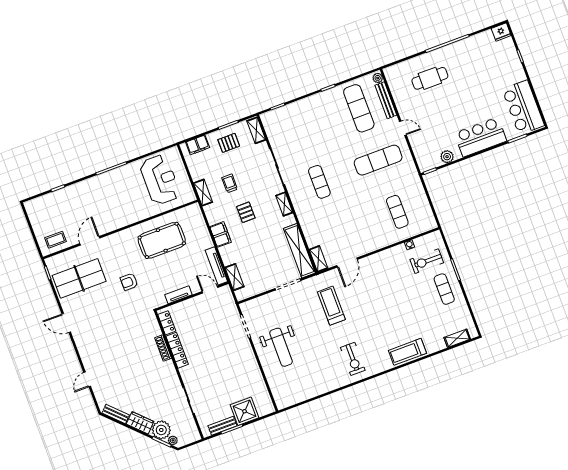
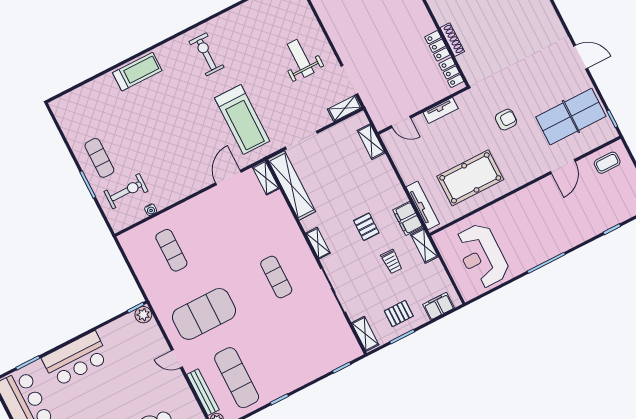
plant: (447, 157) -> (143, 315), moved
exercise mat: (378, 160) -> (204, 314), width x1.47
filing cabinet: (221, 234) -> (408, 218), moved
tv unit: (216, 266) -> (423, 205), moved
treadmill: (331, 306) -> (242, 119), width x1.37, depth x1.38
shelving: (457, 338) -> (345, 108), moved
weight bench: (281, 347) -> (301, 58), width x0.73, depth x0.75
locker: (177, 350) -> (437, 46), width x0.66

